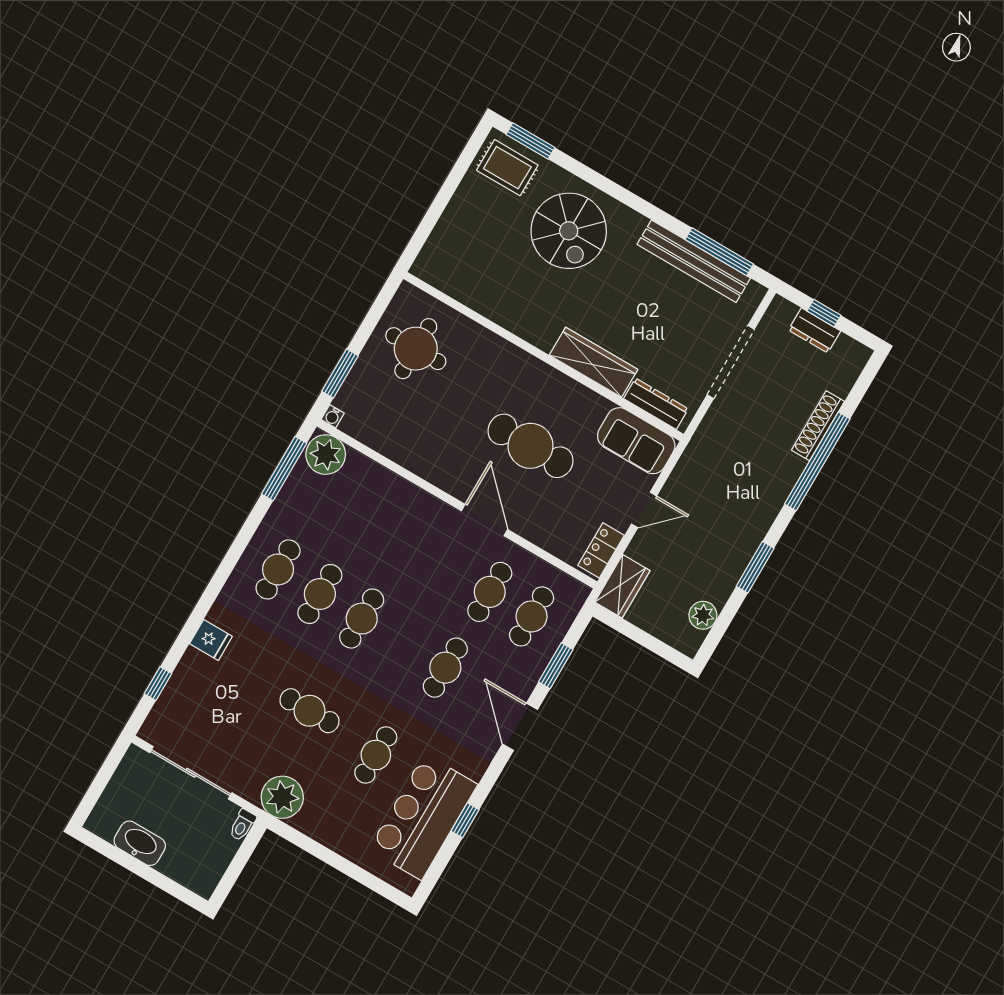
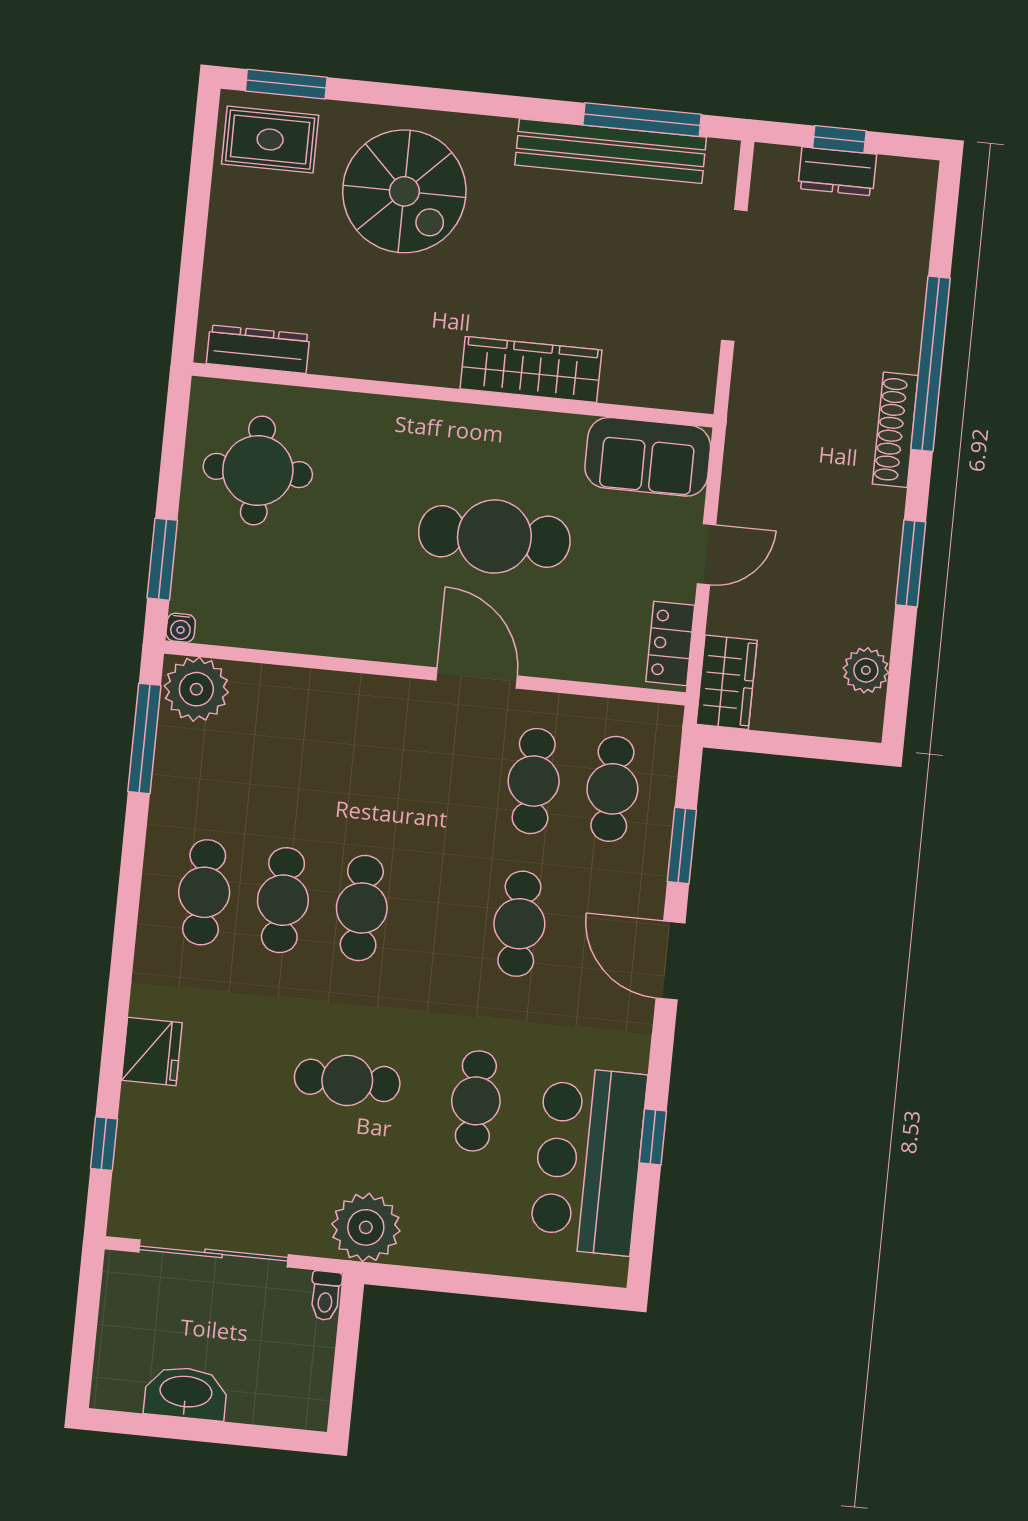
dresser: (656, 404) -> (258, 349), moved
shoe rack: (818, 426) -> (895, 430), moved
fridge: (211, 640) -> (152, 1052), width x1.38

